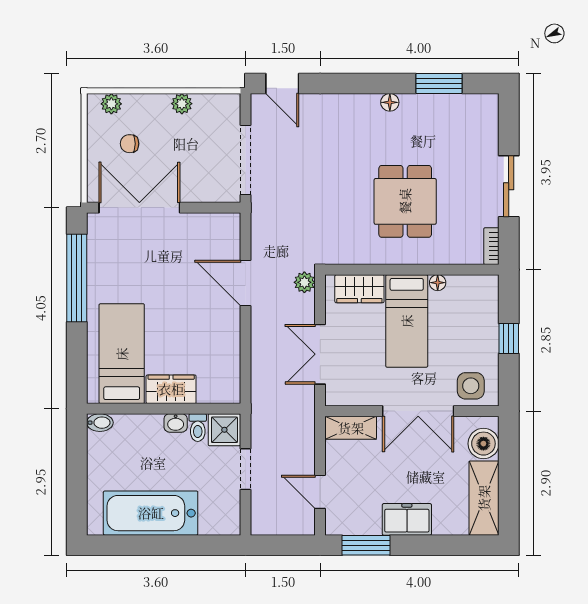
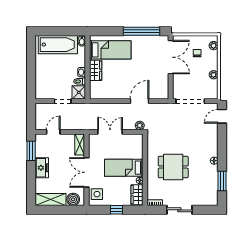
wardrobe: (359, 289) -> (137, 195), moved
bathtub: (151, 513) -> (58, 45), moved, turned 90

